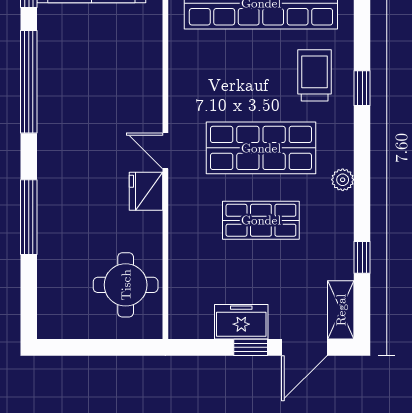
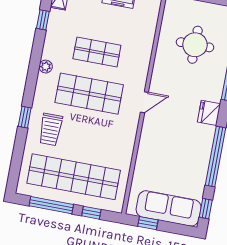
door: (165, 151) -> (144, 102), hinge flipped
fridge: (146, 191) -> (209, 113), moved, turned 180
round table: (126, 285) -> (195, 45), moved

